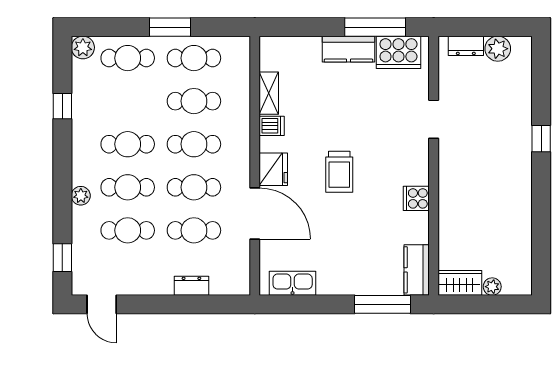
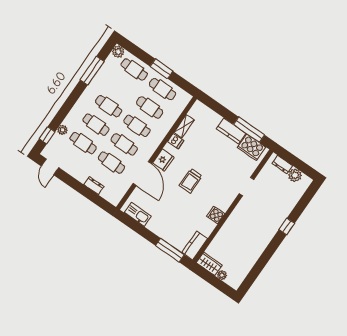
window: (62, 106) -> (92, 71), width x2.17
plant: (81, 196) -> (63, 130), moved

